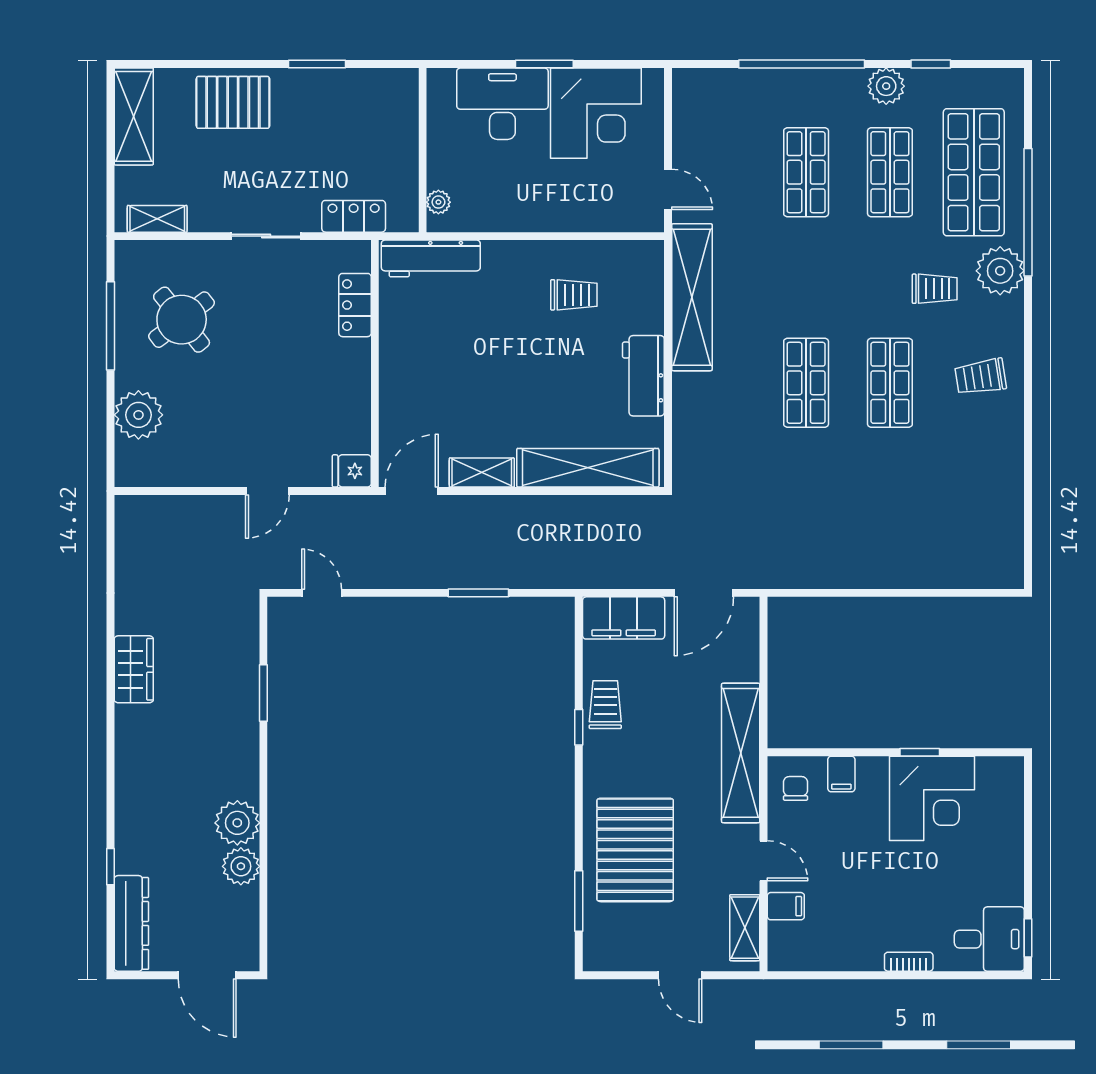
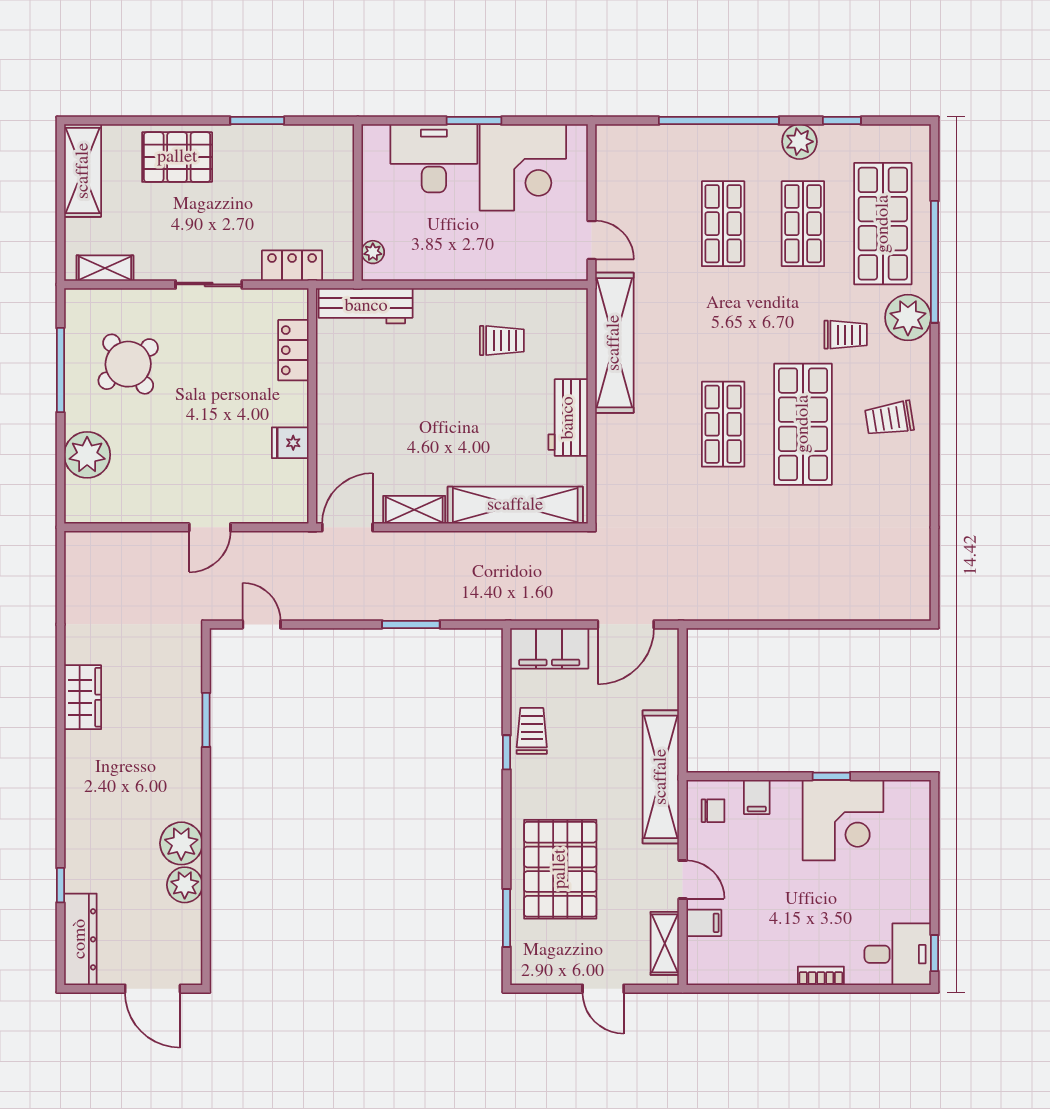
shop shelf: (890, 383) -> (803, 424), width x1.43, depth x1.36
fridge: (352, 471) -> (290, 443), moved
chair: (795, 788) -> (713, 811), turned 90

